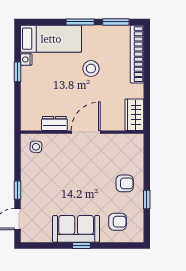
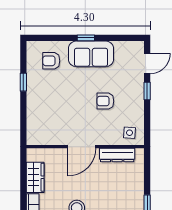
wardrobe: (134, 115) -> (35, 177), moved
dresser: (54, 123) -> (117, 155), width x1.44
armchair: (125, 183) -> (105, 101), moved

